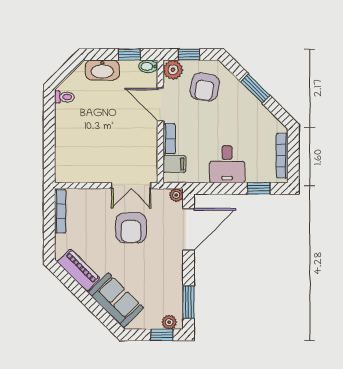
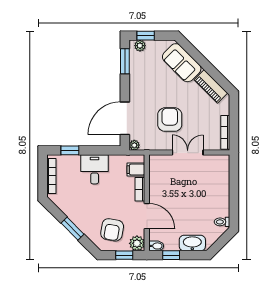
armchair: (205, 87) -> (112, 230), turned 180
double door: (131, 186) -> (188, 153), moved

